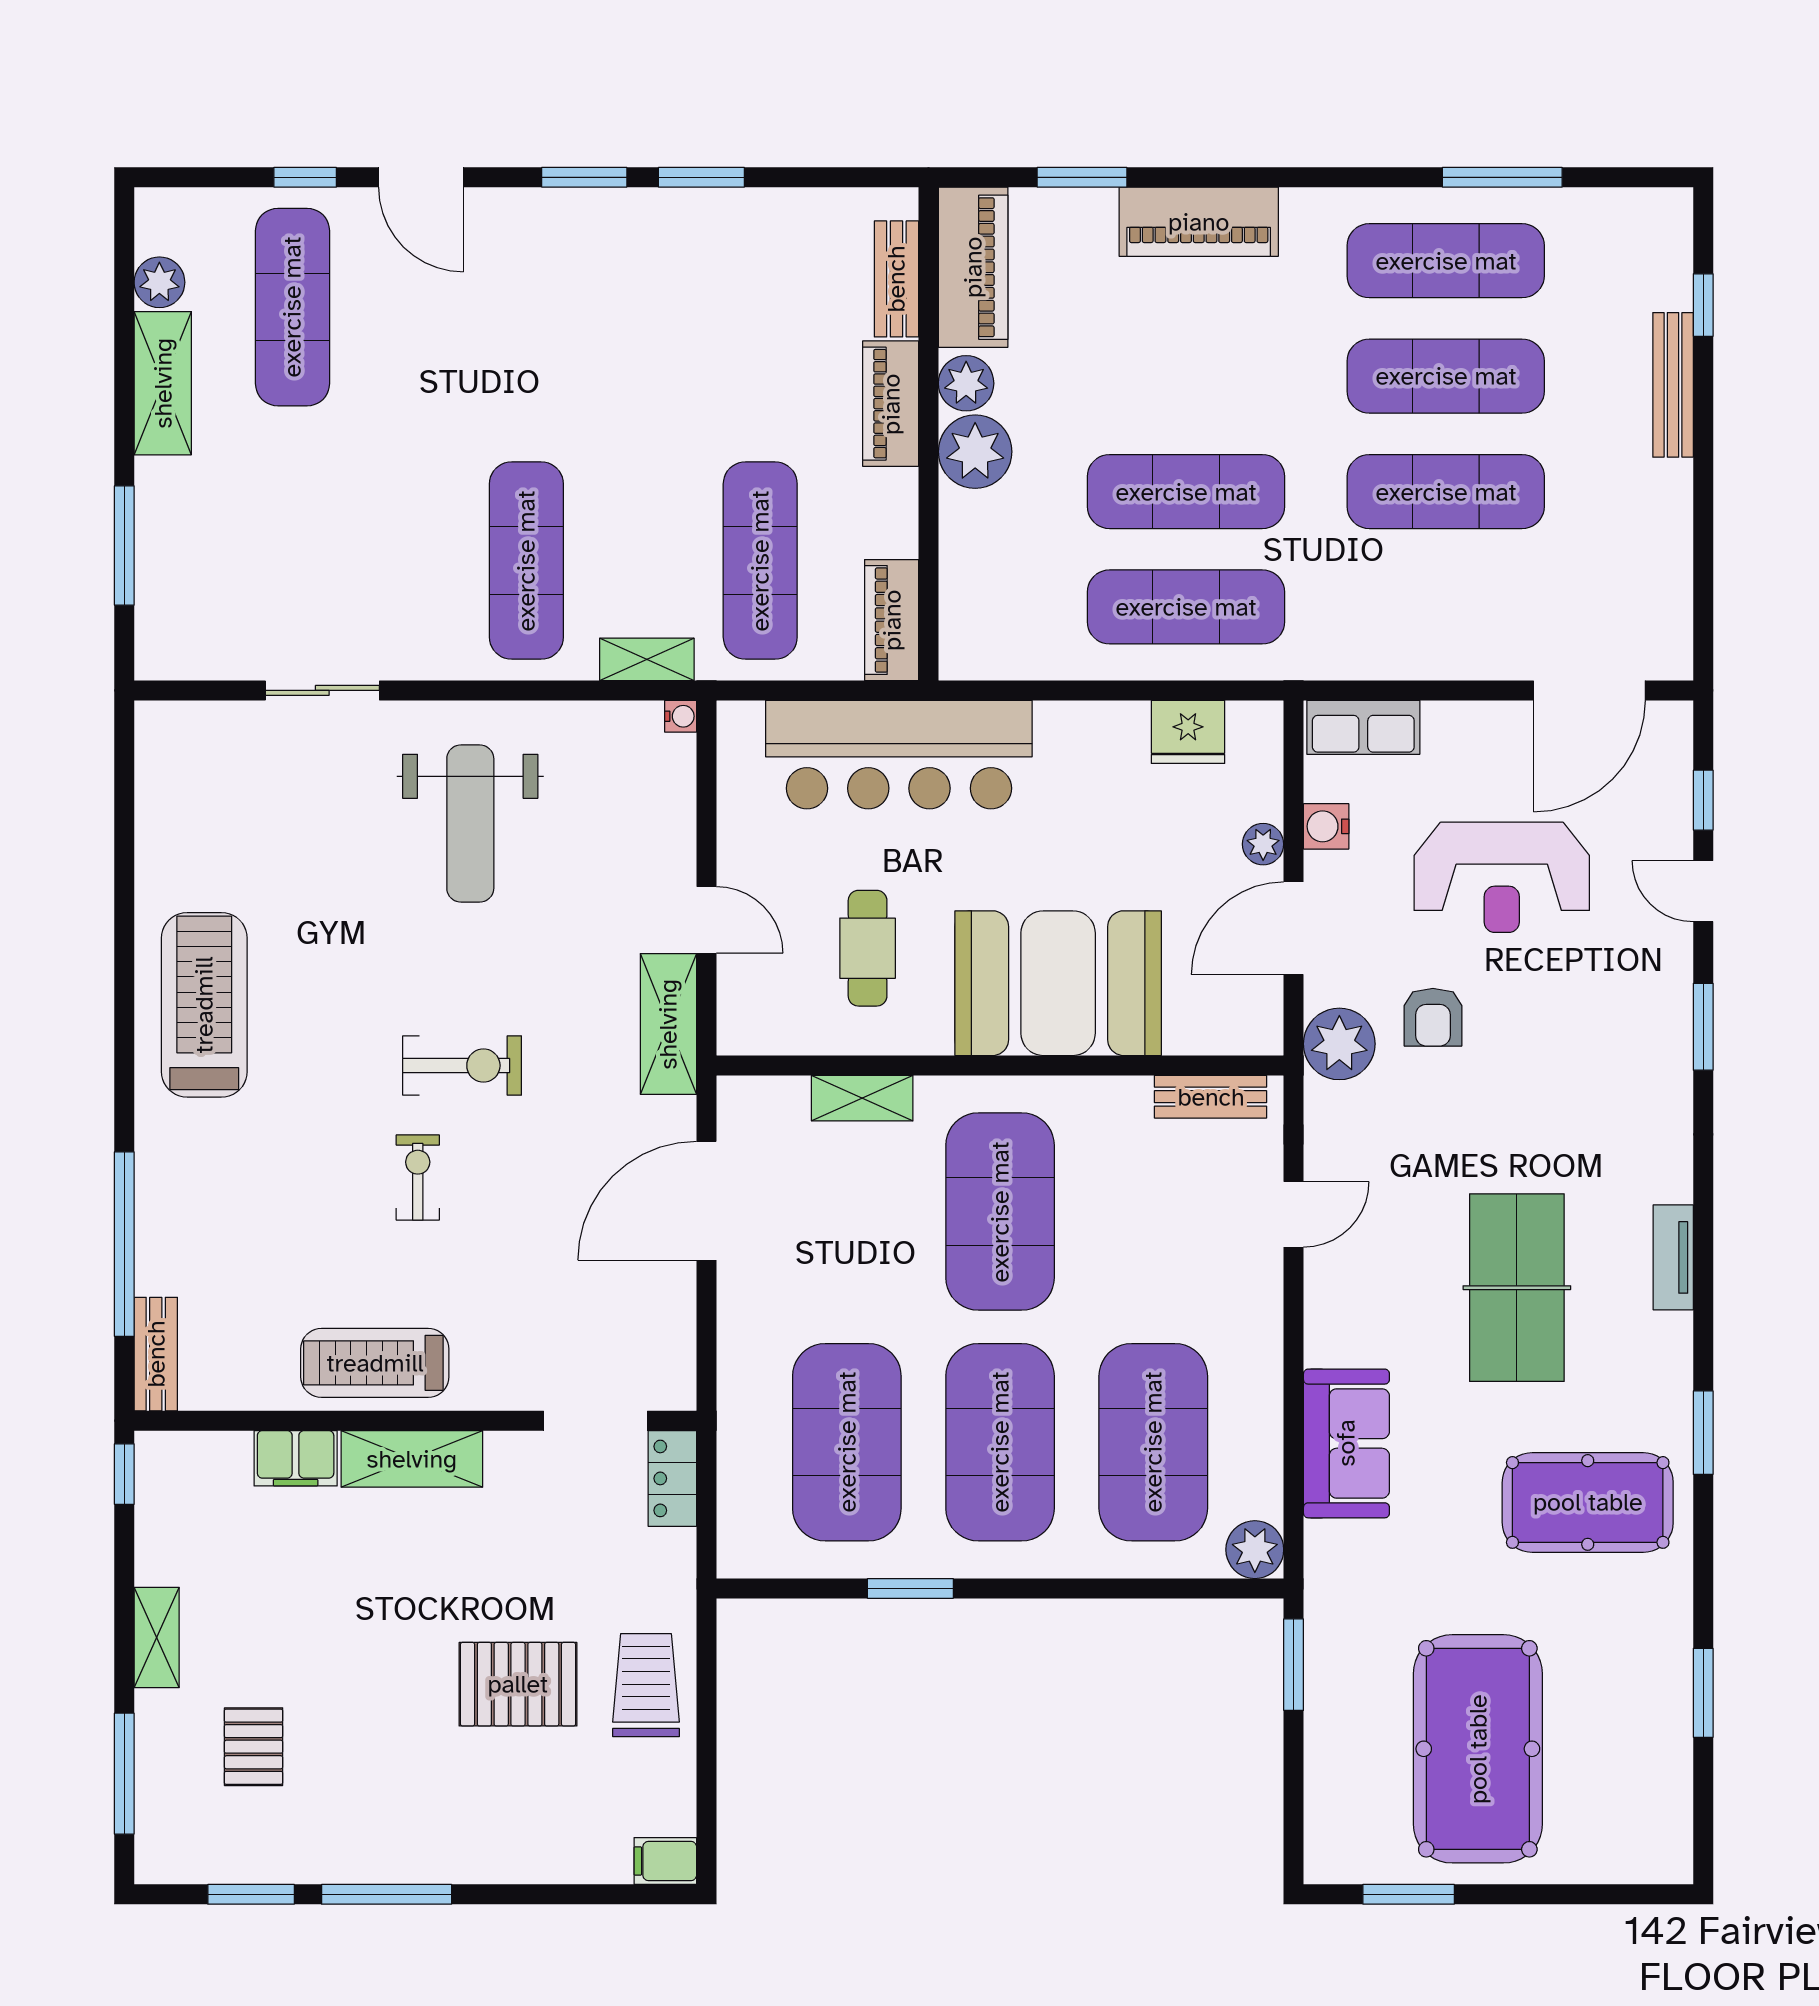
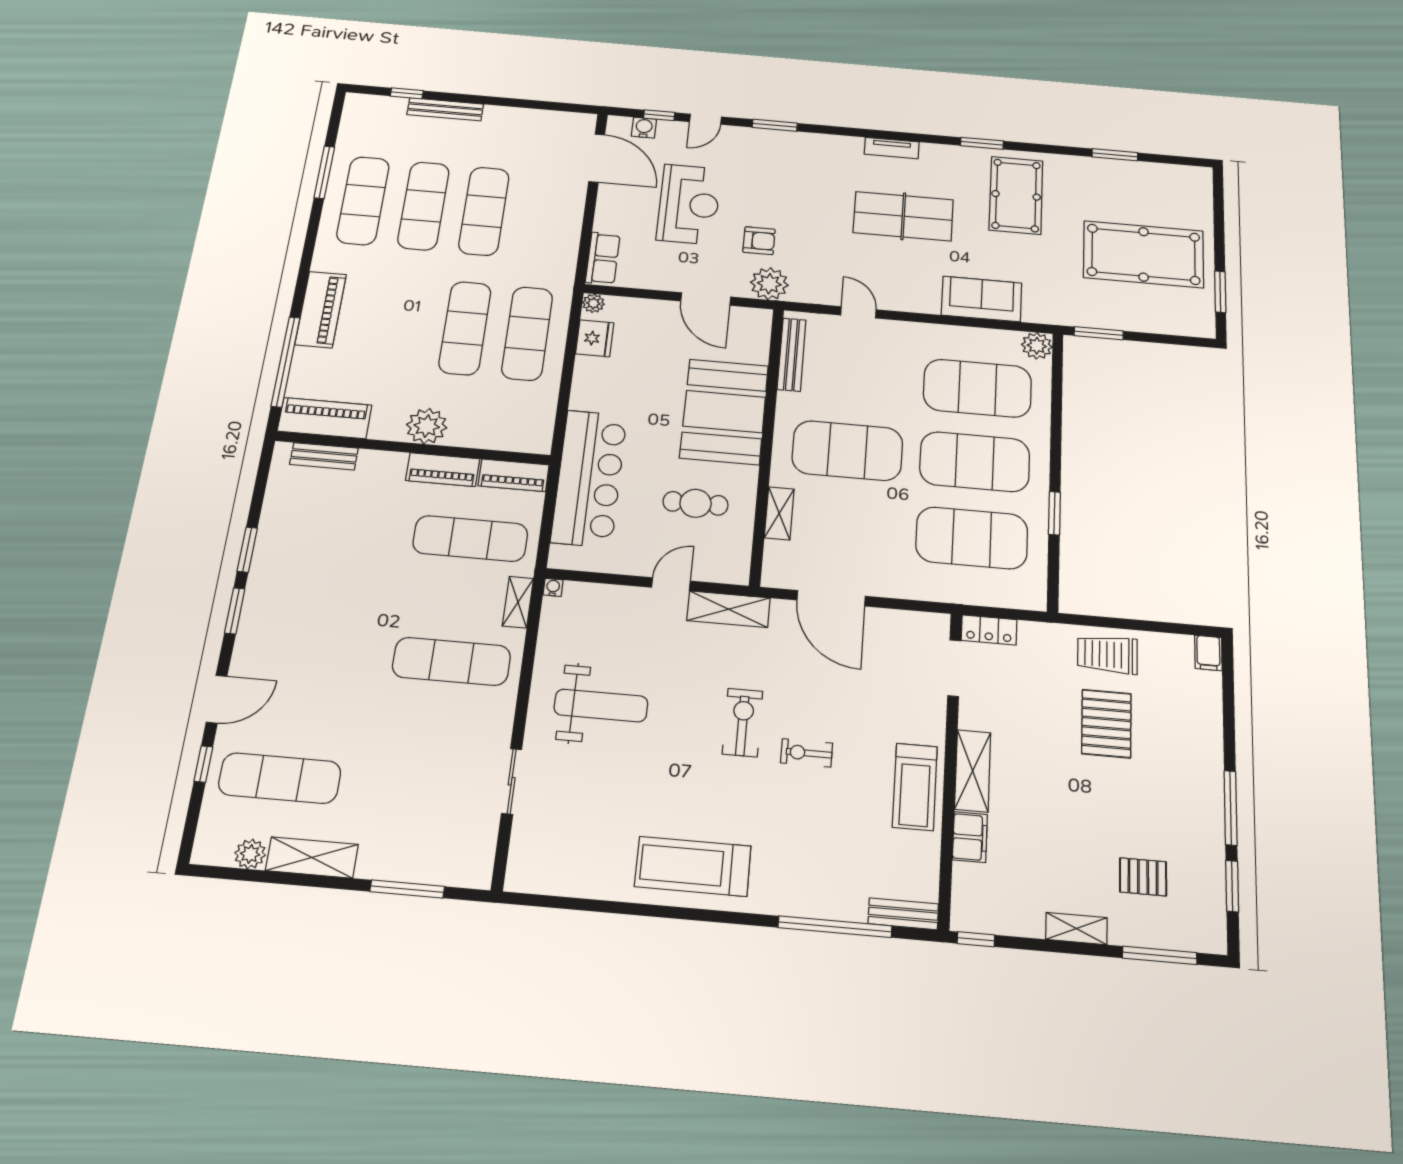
window: (1082, 177) -> (286, 362), width x2.11
plant: (966, 383) -> (388, 427), removed
piano: (891, 404) -> (443, 470), moved
water cooler: (1326, 826) -> (644, 128), moved, turned 180
plant: (1263, 844) -> (593, 303), moved
bench: (1211, 1097) -> (792, 355), width x1.36

